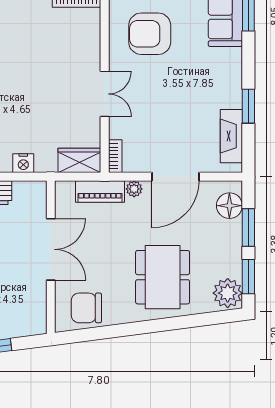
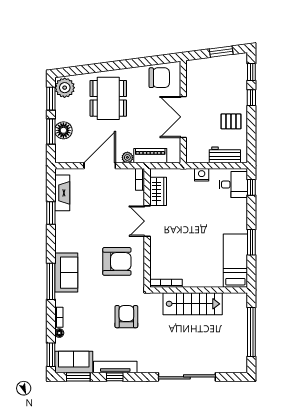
wardrobe: (79, 160) -> (158, 191), moved, turned -90
floor lamp: (229, 206) -> (63, 130), moved

